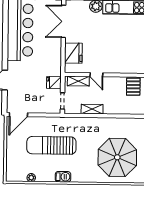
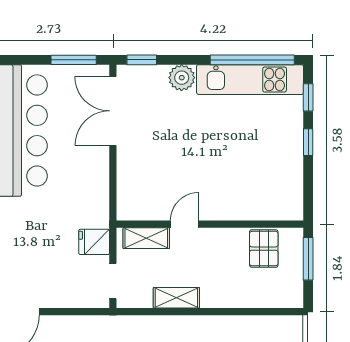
fridge: (73, 53) -> (135, 178), removed
door: (96, 75) -> (185, 224), swing flipped

